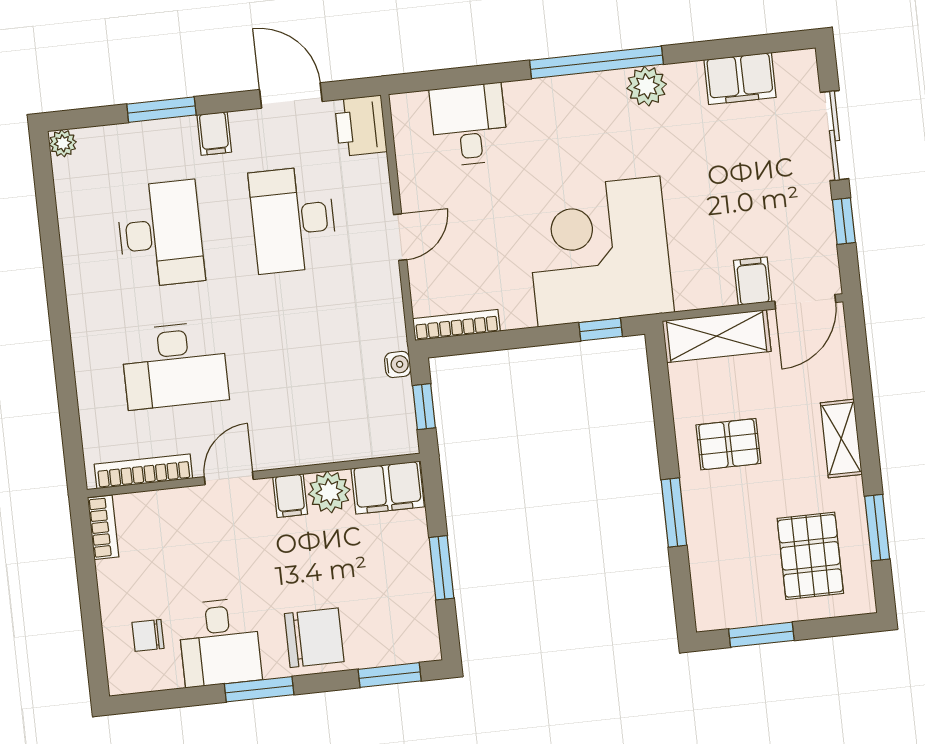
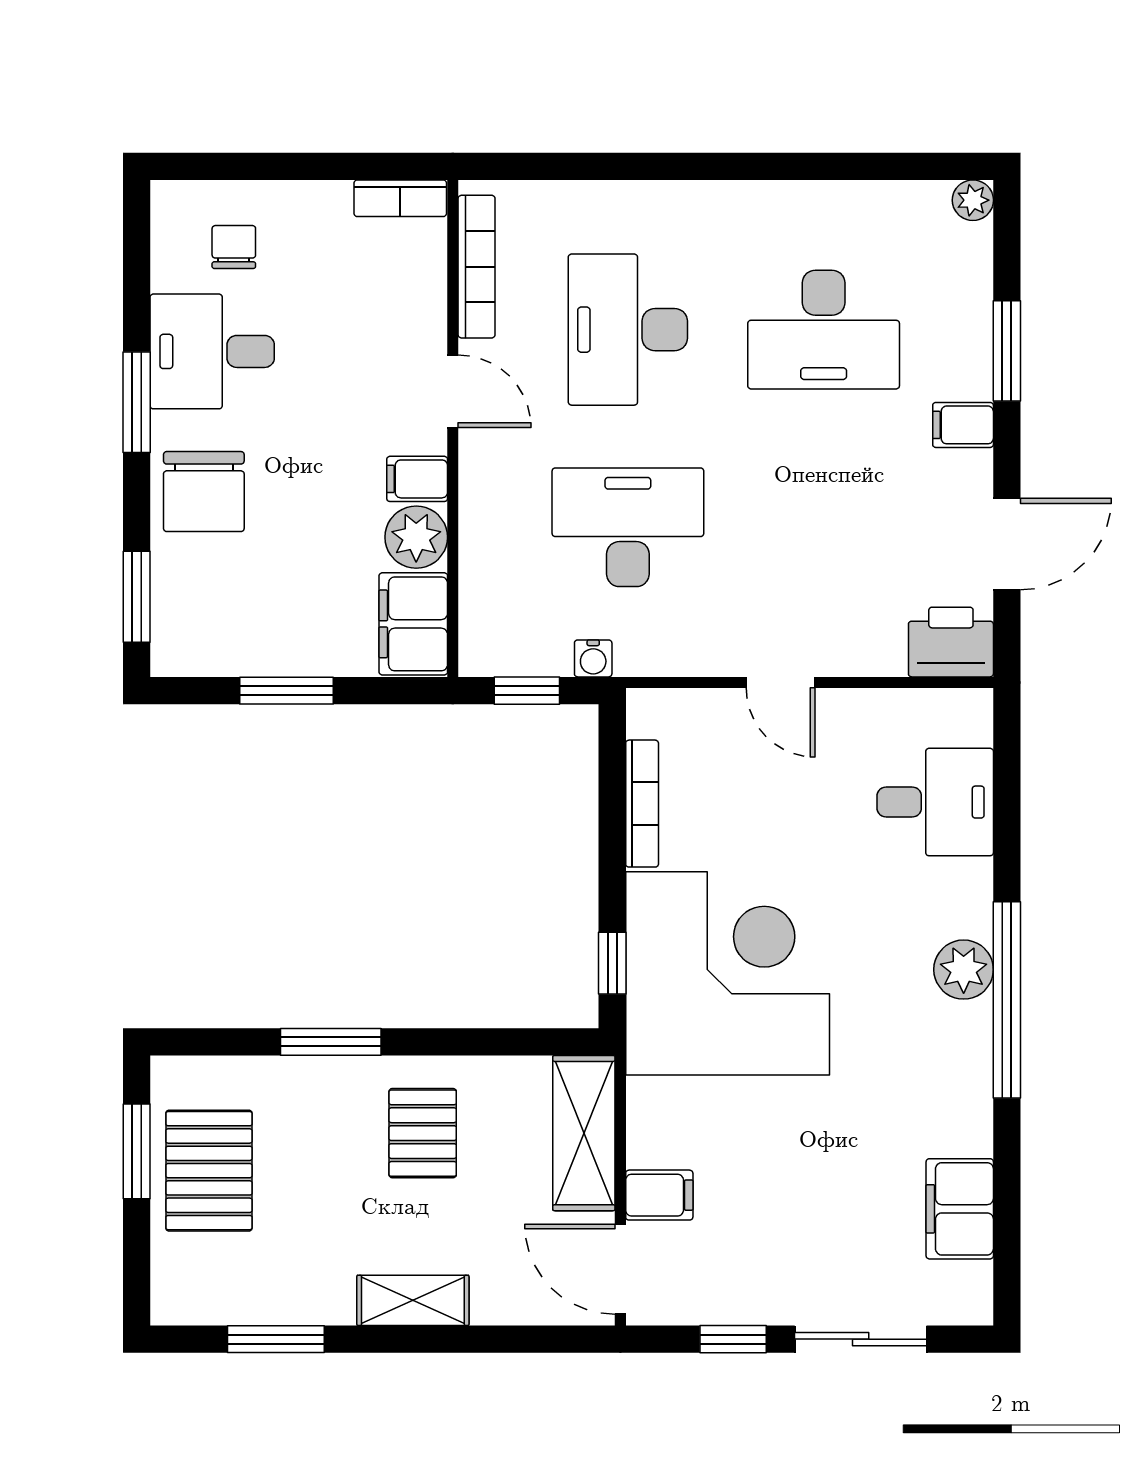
plant: (647, 86) -> (964, 970), moved
desk: (293, 220) -> (628, 527), moved
bookcase: (456, 325) -> (642, 804), moved
pallet: (810, 556) -> (209, 1171), moved, turned 90

